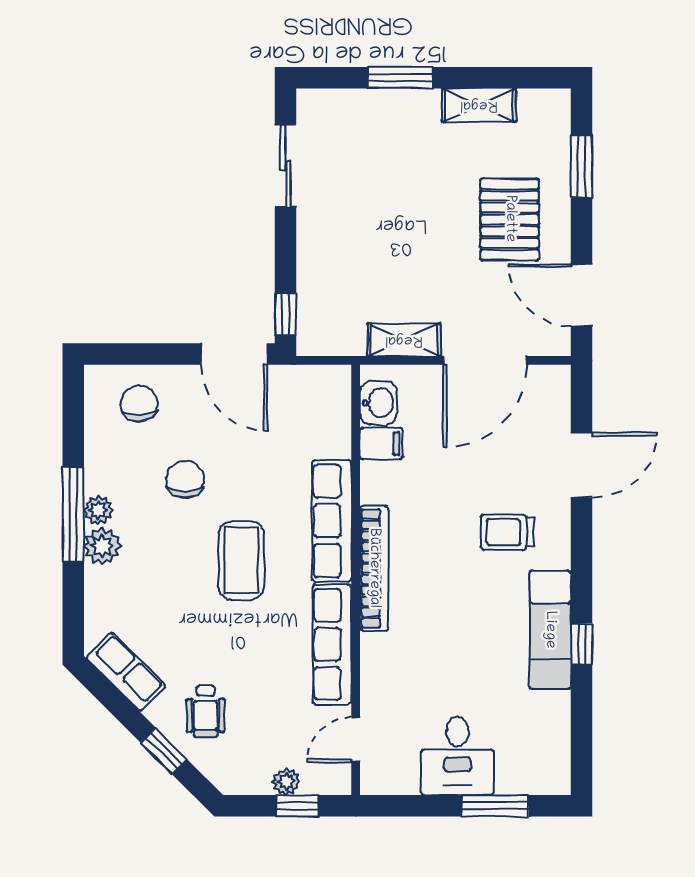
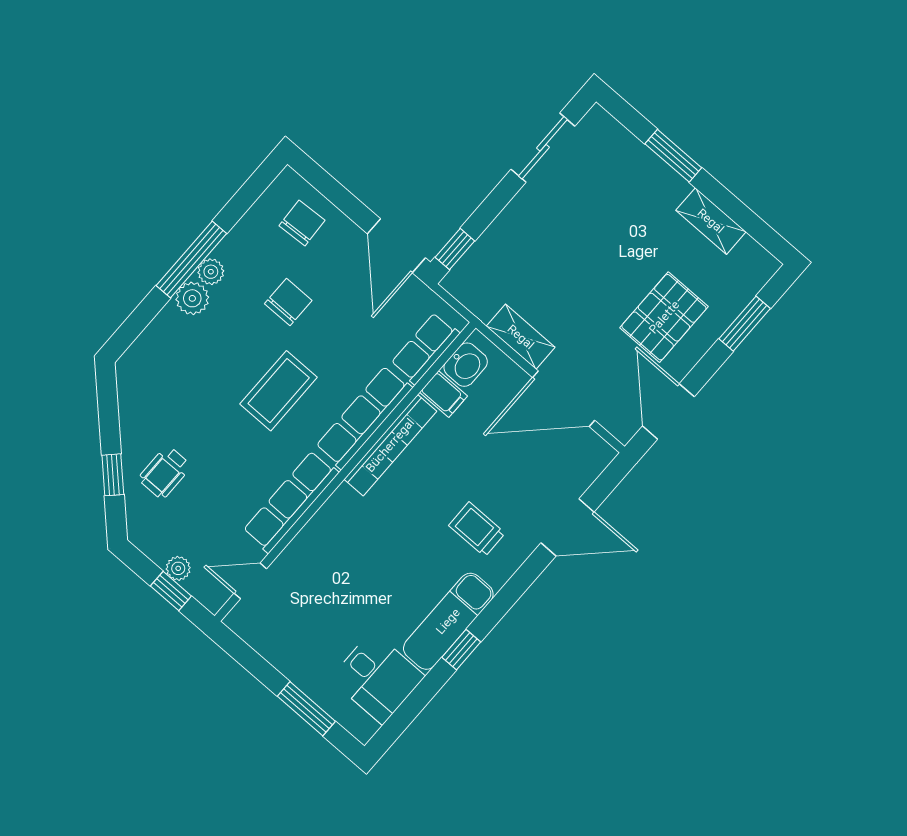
bookcase: (374, 568) -> (390, 445), moved
row of seats: (126, 672) -> (425, 348), moved, turned -135
desk: (458, 756) -> (377, 677), moved, turned -90

